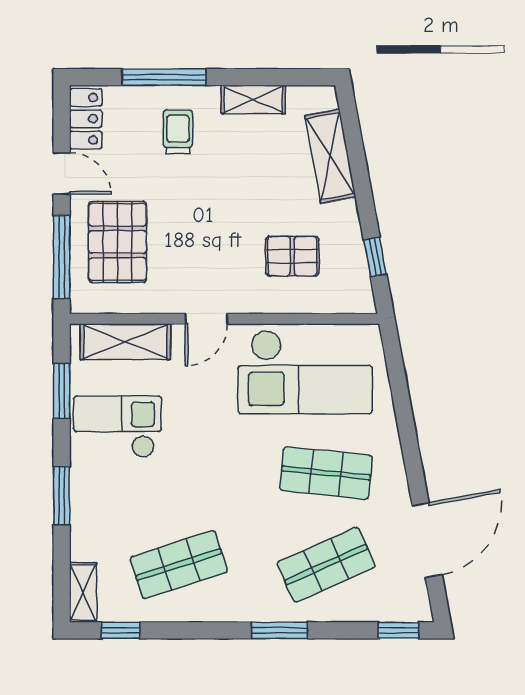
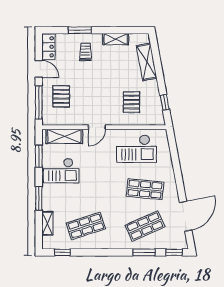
window: (164, 77) -> (80, 30), width x0.69
pallet: (117, 242) -> (61, 96), width x0.67, depth x0.71
pallet: (292, 256) -> (131, 102), turned 90
checkout: (305, 372) -> (137, 149), width x0.73, depth x0.83
checkout: (117, 427) -> (61, 171), turned 180
shelving: (83, 592) -> (47, 223), moved
window: (280, 630) -> (144, 252), moved

